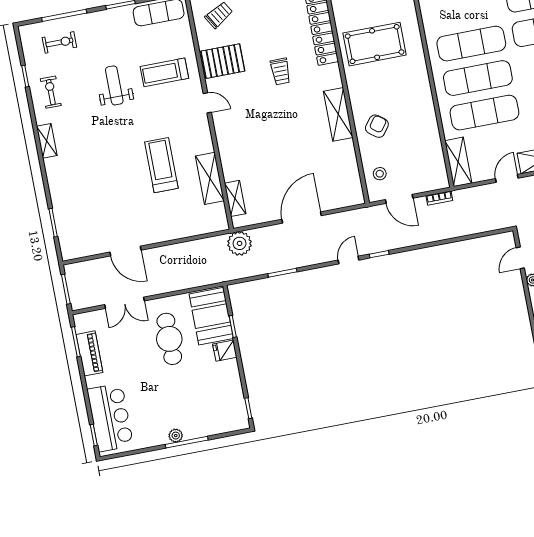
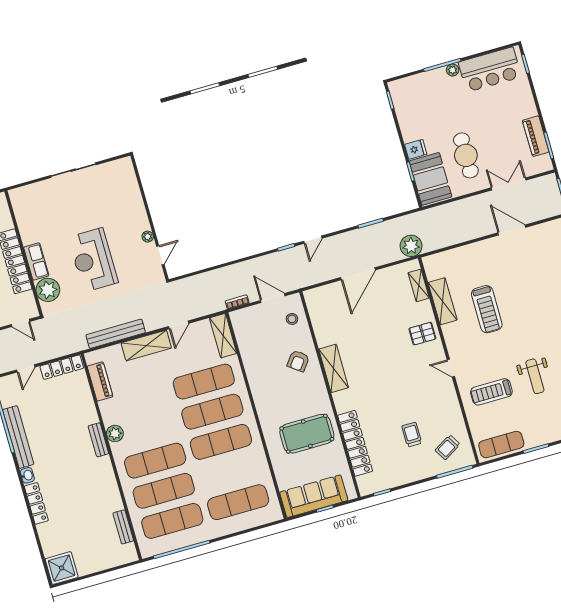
pallet: (223, 61) -> (422, 334), moved, width x0.67, depth x0.71
trolley: (280, 71) -> (412, 435), moved
treadmill: (164, 72) -> (491, 392), turned 180
bar counter: (110, 417) -> (490, 70), moved, turned -90

